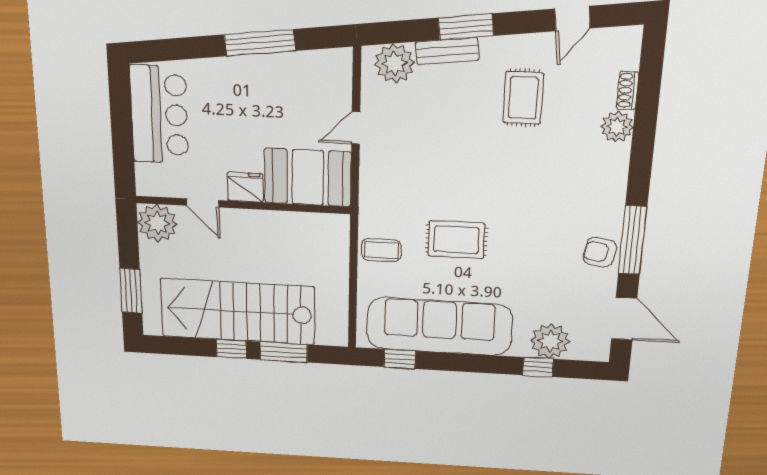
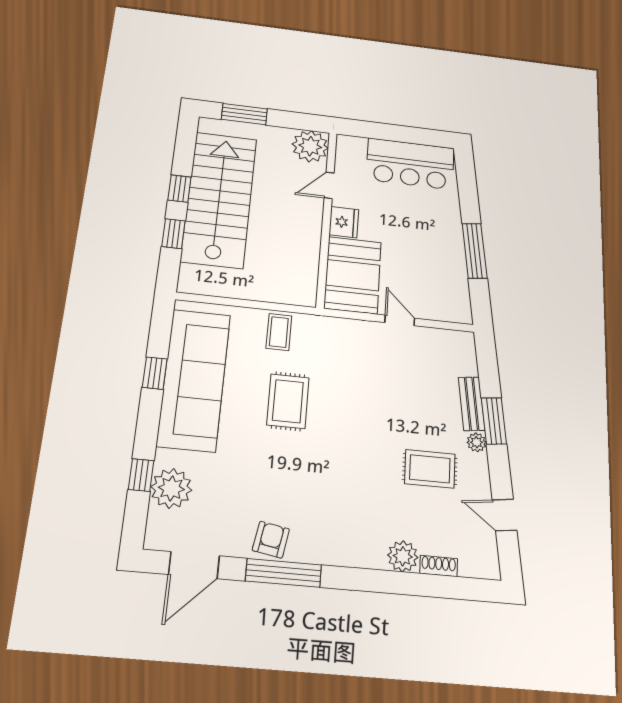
plant: (395, 63) -> (477, 442), moved, width x0.53, depth x0.53
window: (284, 352) -> (173, 234), width x0.67
window: (400, 359) -> (155, 373), moved

